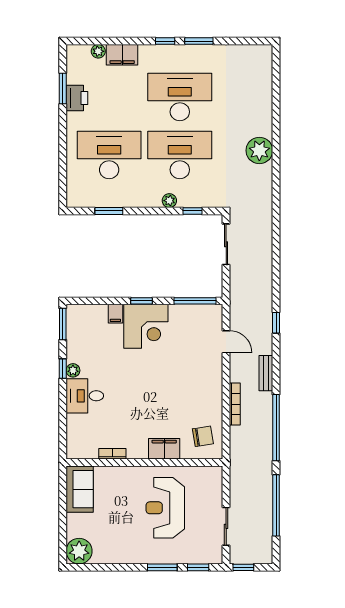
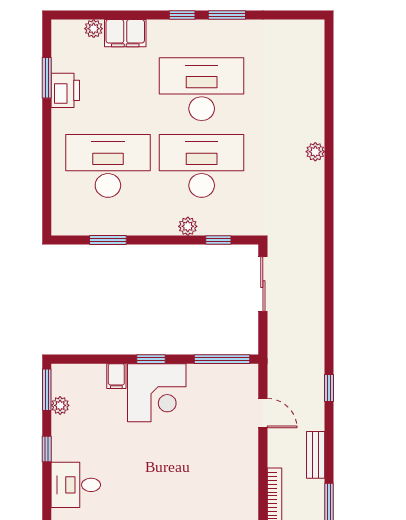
plant: (259, 150) -> (315, 152), width x0.53, depth x0.53
plant: (73, 370) -> (60, 405), moved

